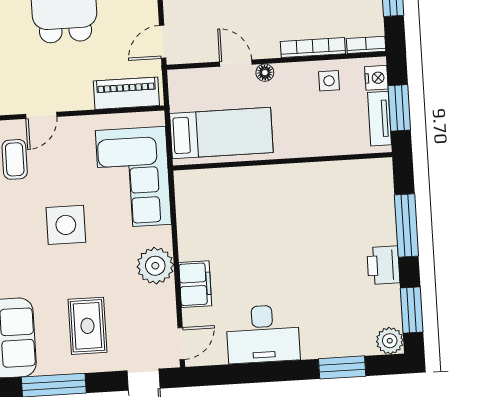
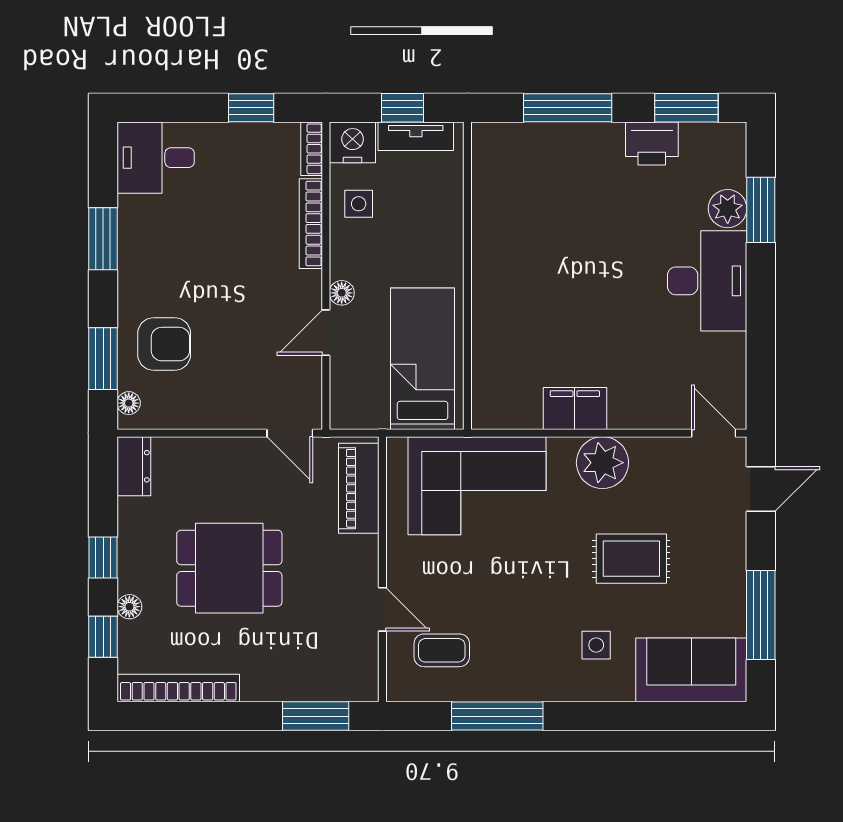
nightstand: (376, 78) -> (353, 142), width x1.36, depth x1.33
window: (399, 108) -> (402, 108), width x0.67
side table: (66, 225) -> (596, 645), moved, width x0.54, depth x0.54
printer: (383, 265) -> (652, 144), moved
filing cabinet: (195, 284) -> (575, 408), moved
rug: (87, 326) -> (631, 559), moved
desk: (263, 334) -> (707, 281), moved
plant: (390, 341) -> (728, 209), moved

